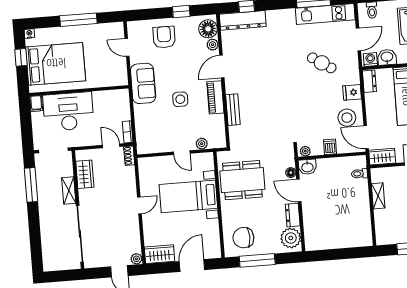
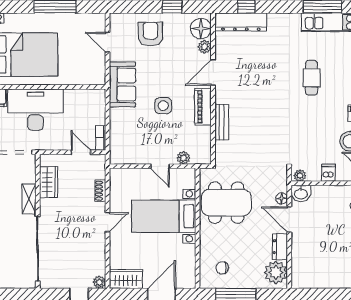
cafe table: (322, 63) -> (311, 78), moved, turned 57
shoe rack: (129, 156) -> (100, 191), moved
chair: (243, 238) -> (222, 268), width x0.54, depth x0.54

